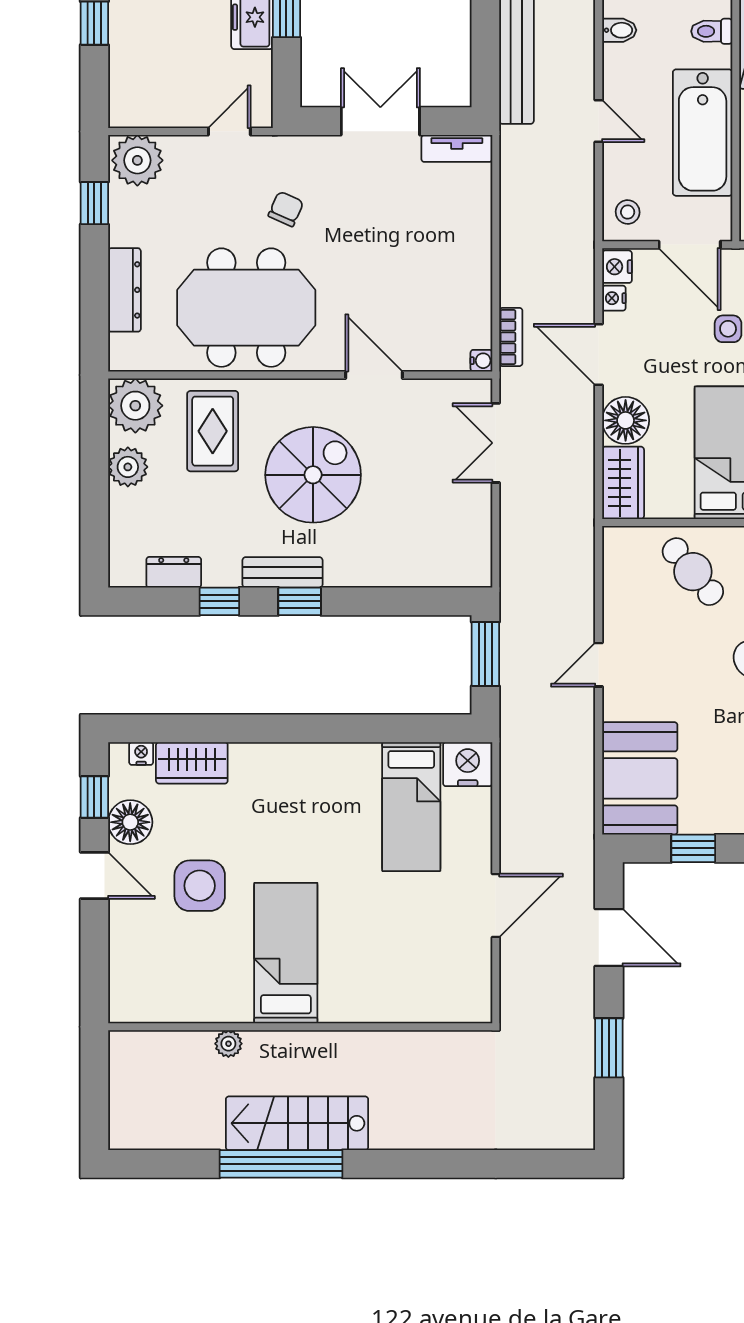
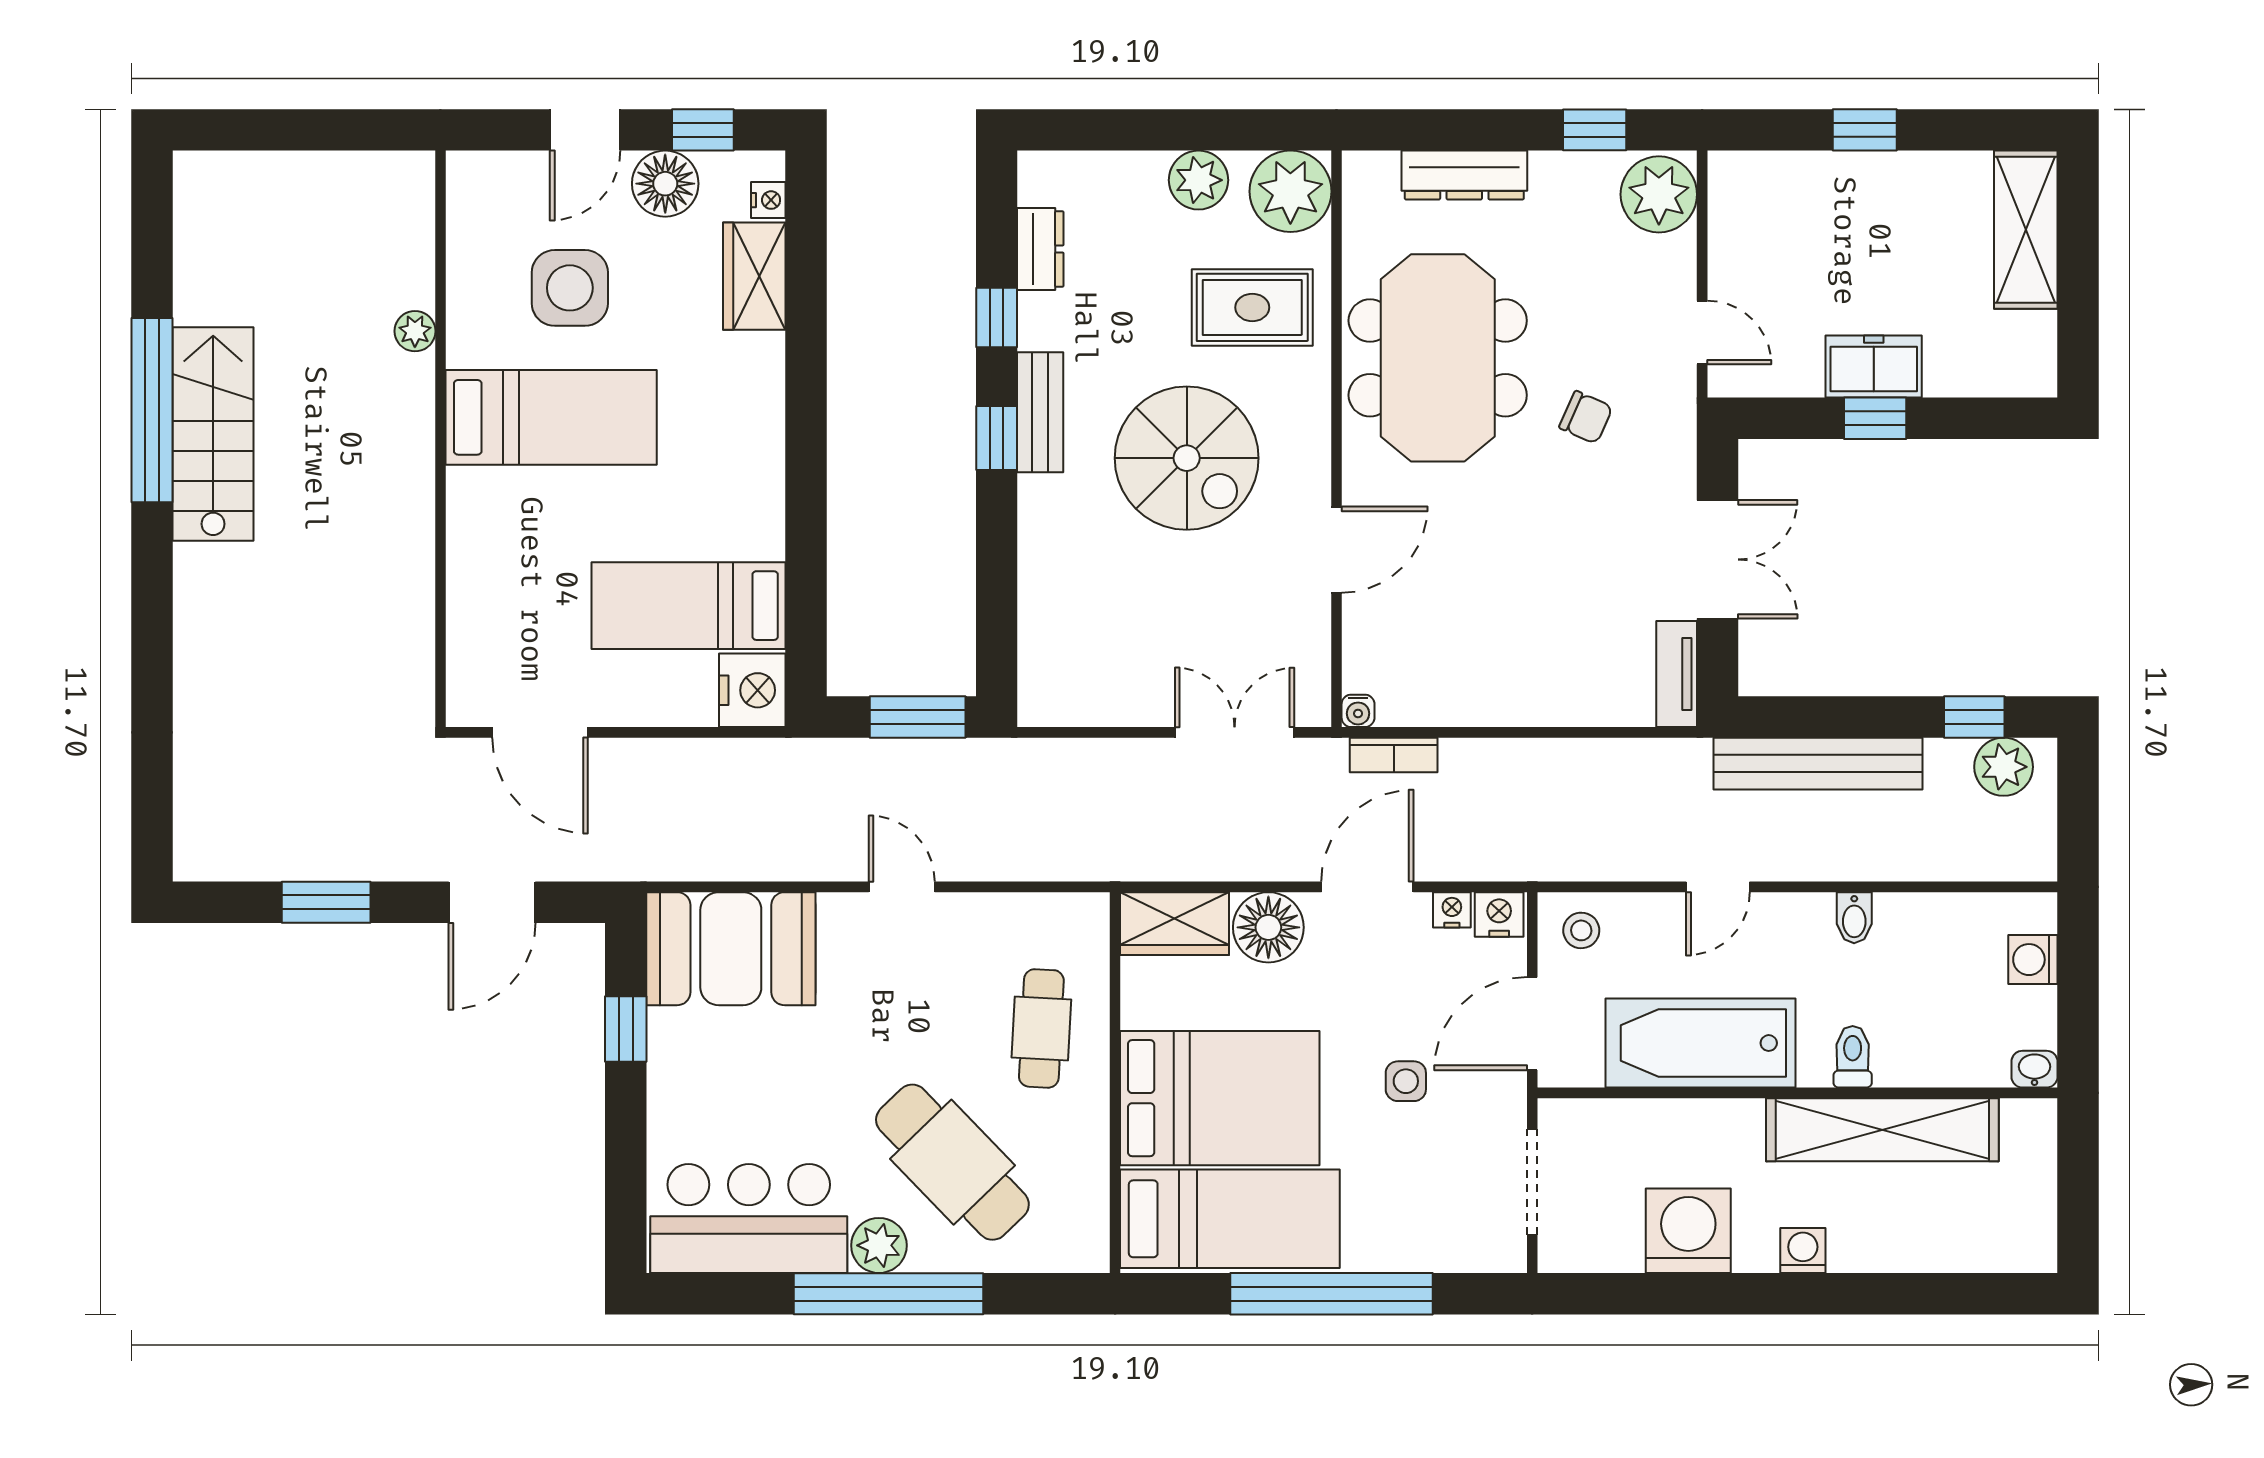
cafe table: (693, 572) -> (1041, 1028), turned -47
bed: (286, 953) -> (551, 417), moved
wall: (300, 1027) -> (440, 439), moved
plant: (228, 1044) -> (415, 331), moved

